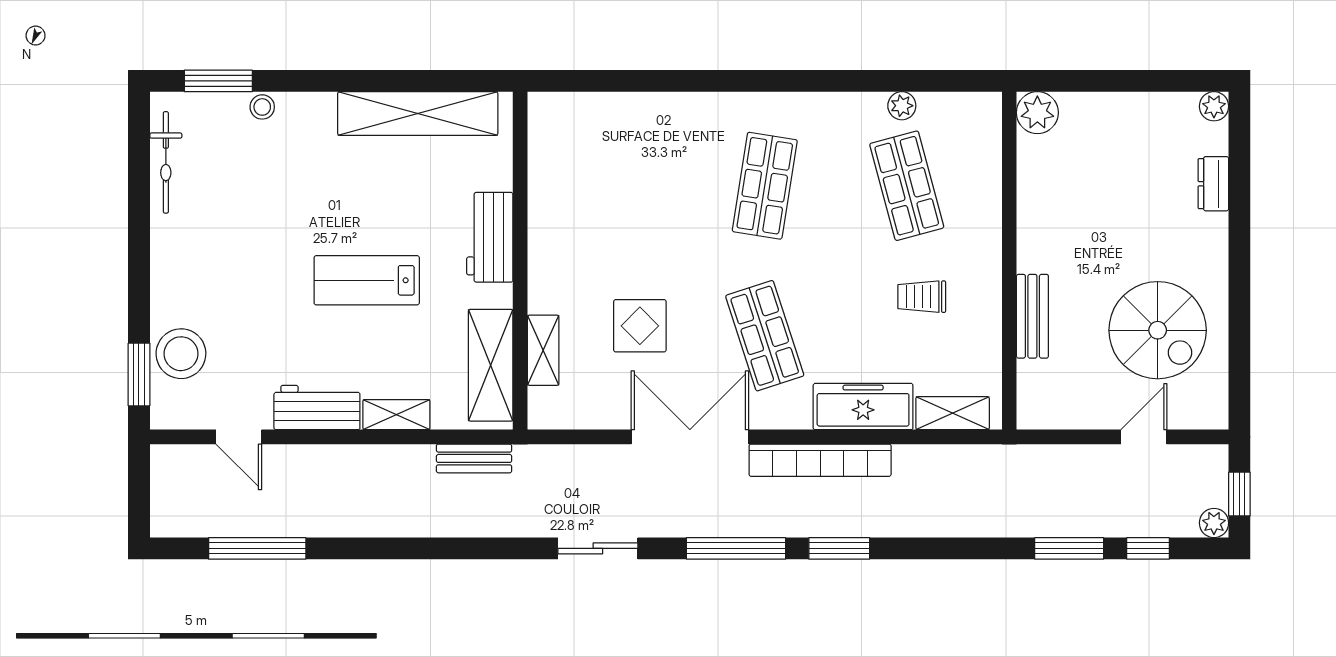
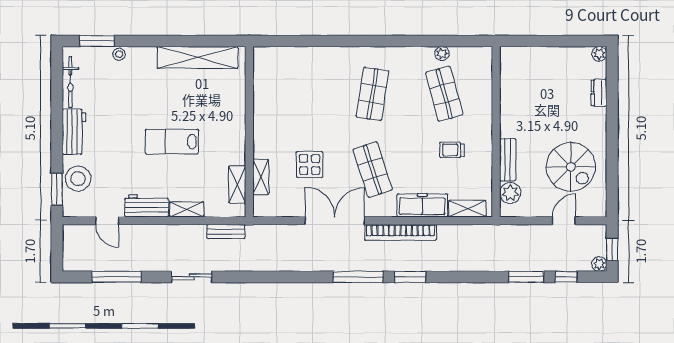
plant: (1037, 113) -> (510, 193), moved
workbench: (490, 237) -> (74, 132), moved, turned 180
shelving: (491, 365) -> (237, 184), width x0.67, depth x0.75
sliding door: (598, 548) -> (192, 277), moved

